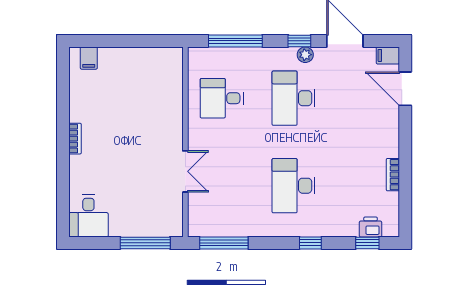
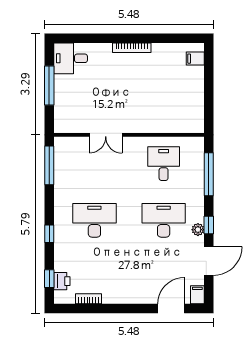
bookcase: (75, 139) -> (132, 48), width x1.56
bookcase: (393, 175) -> (88, 299), moved
window: (145, 243) -> (49, 85), moved

